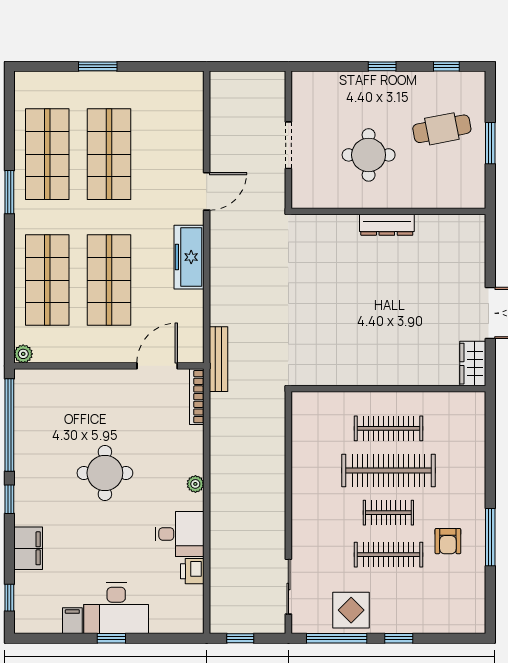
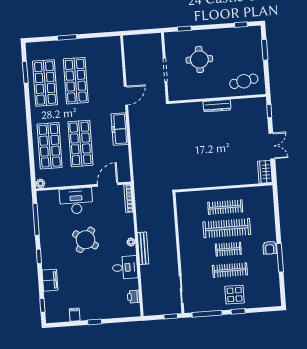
window: (382, 66) -> (184, 29), moved
cafe table: (442, 129) -> (244, 81), moved
window: (490, 143) -> (265, 50), moved
round table: (369, 155) -> (199, 59), moved
window: (9, 192) -> (25, 72), moved
window: (490, 243) -> (269, 111), added
bench: (218, 359) -> (143, 248), moved
window: (9, 425) -> (36, 219), width x0.68
round table: (105, 473) -> (85, 240), turned 35
armchair: (448, 541) -> (270, 248), moved
printer: (192, 571) -> (133, 297), moved
desk: (116, 608) -> (76, 201), moved, turned 180
display table: (351, 610) -> (235, 295), moved
window: (240, 638) -> (171, 316), moved

